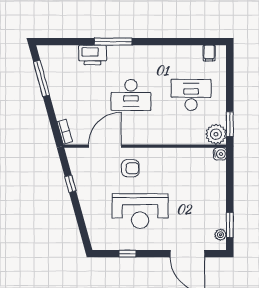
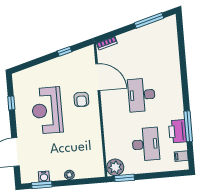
window: (113, 42) -> (188, 126), moved
printer: (93, 55) -> (178, 131), moved
water cooler: (220, 154) -> (44, 177), moved
plant: (220, 235) -> (69, 175), moved

